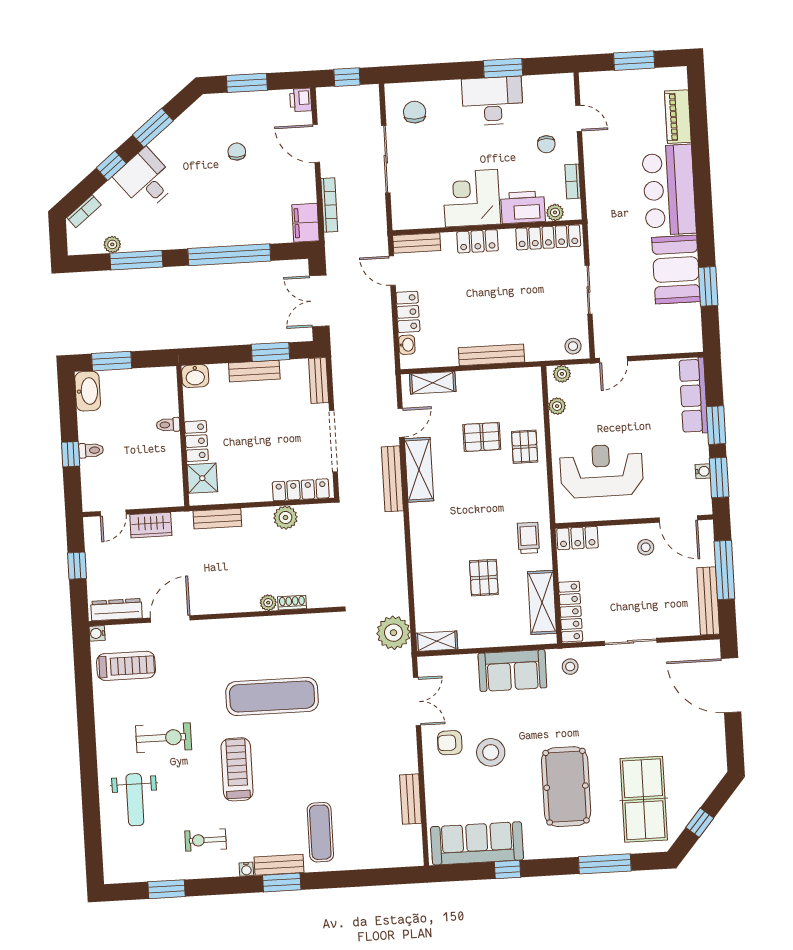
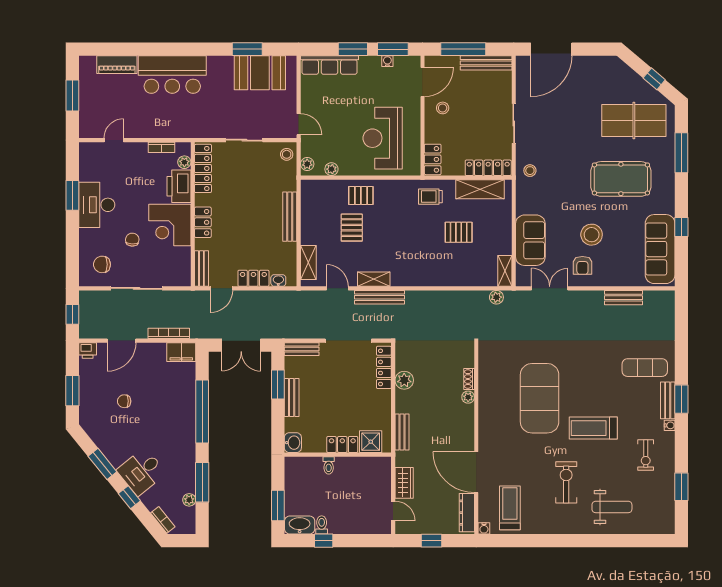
chair: (546, 144) -> (132, 240), moved, turned -87
booth: (676, 269) -> (260, 73), moved
toilet: (91, 450) -> (322, 525), moved
window: (71, 454) -> (324, 541), moved
shelving: (419, 470) -> (374, 279), width x0.67, depth x0.75
door: (170, 619) -> (476, 472), width x1.36
plant: (394, 633) -> (496, 297), width x0.53, depth x0.53
sofa: (512, 671) -> (530, 240), moved
exercise mat: (272, 696) -> (540, 398), width x1.47

